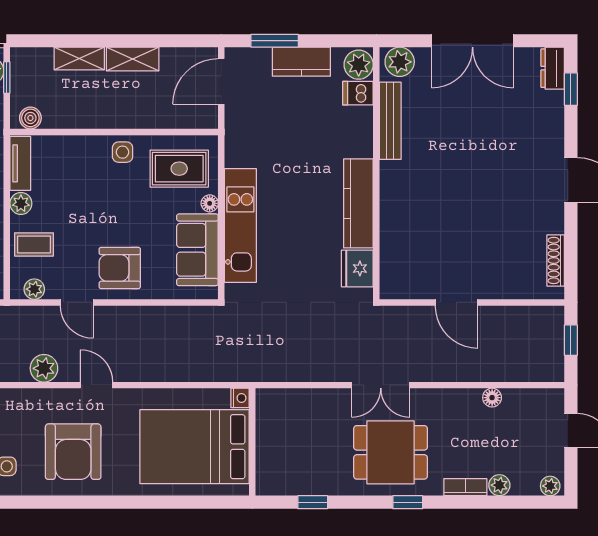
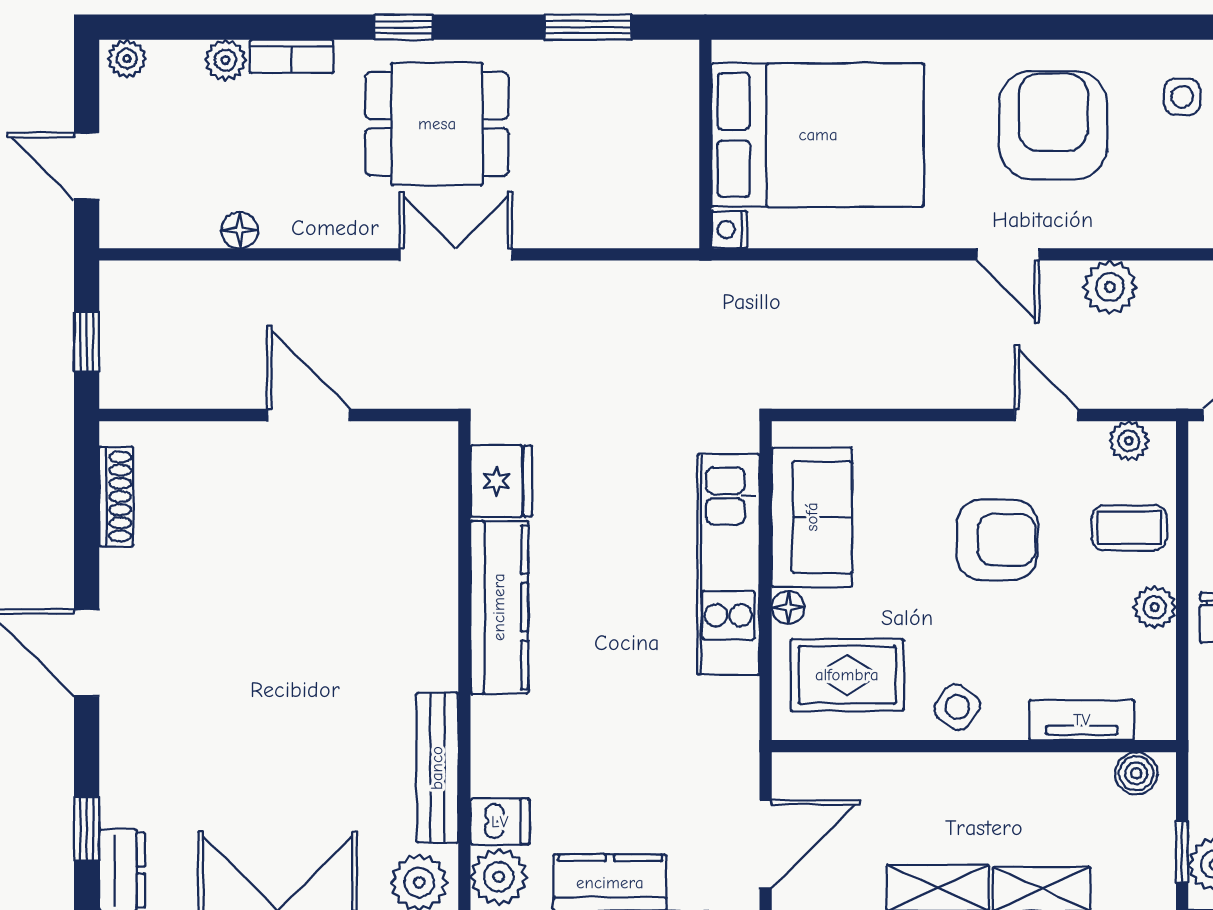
side table: (123, 152) -> (957, 707), turned 36
tv unit: (20, 163) -> (1082, 720), moved, turned 90
armchair: (120, 268) -> (997, 540), moved
window: (313, 502) -> (588, 27), width x1.50

